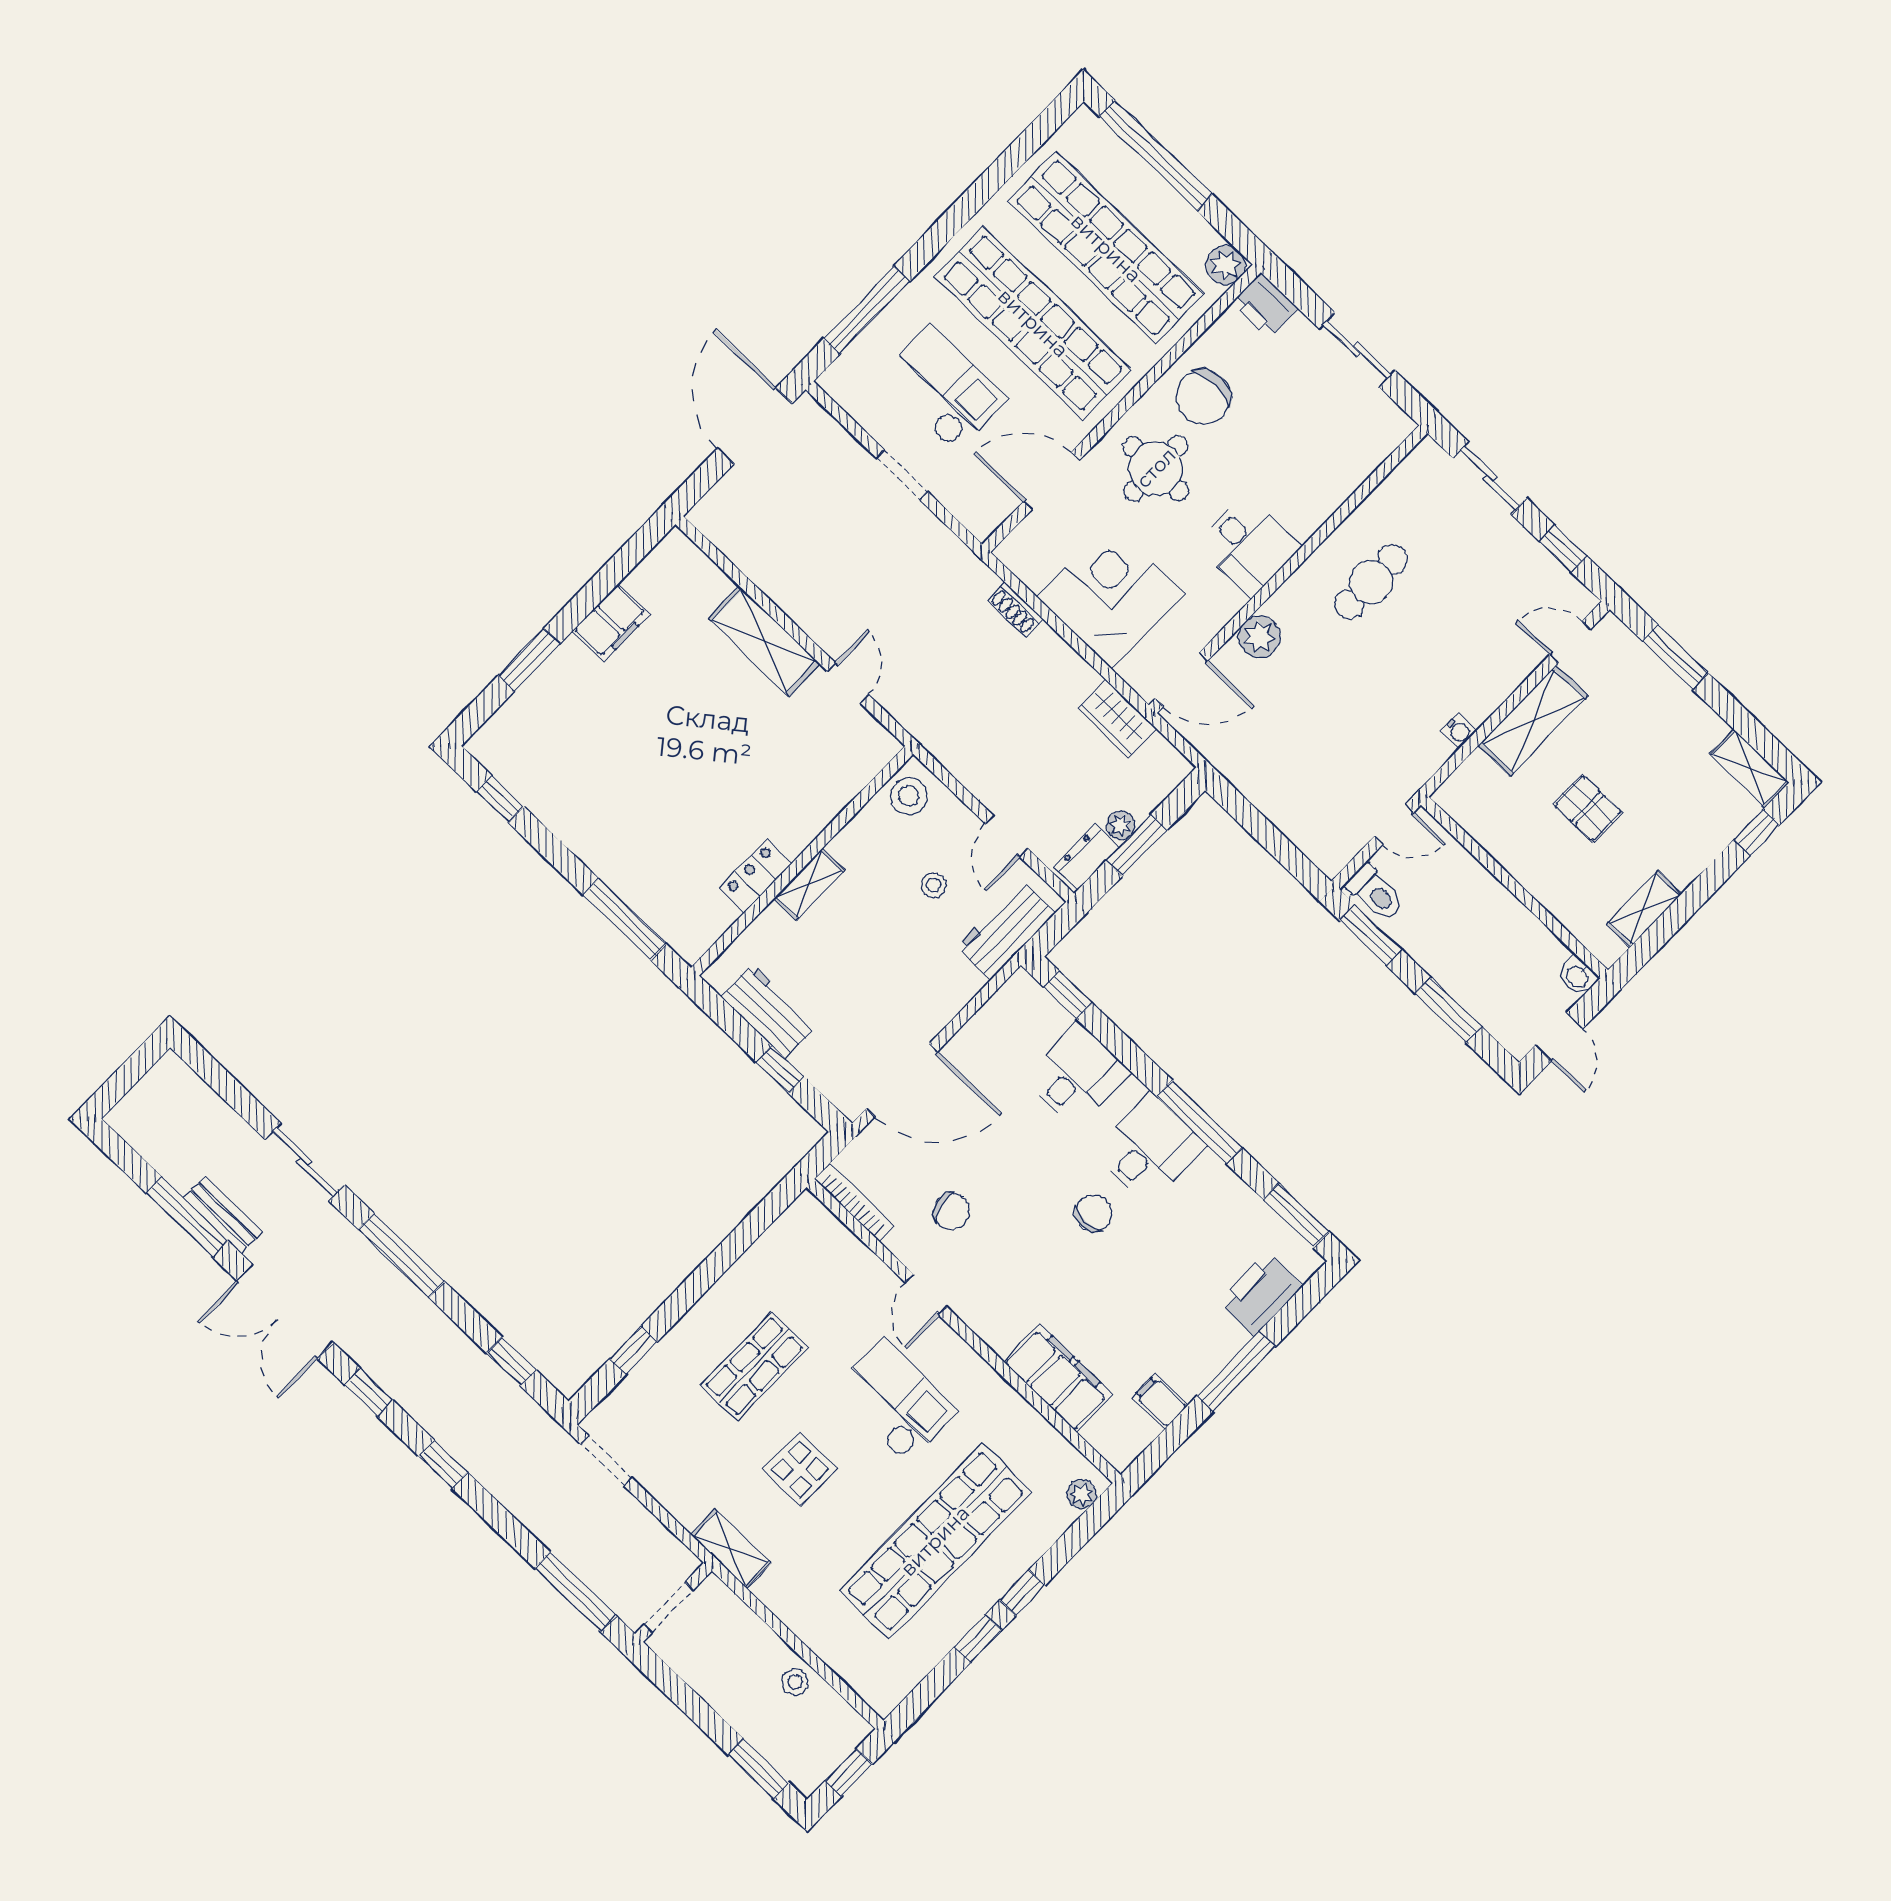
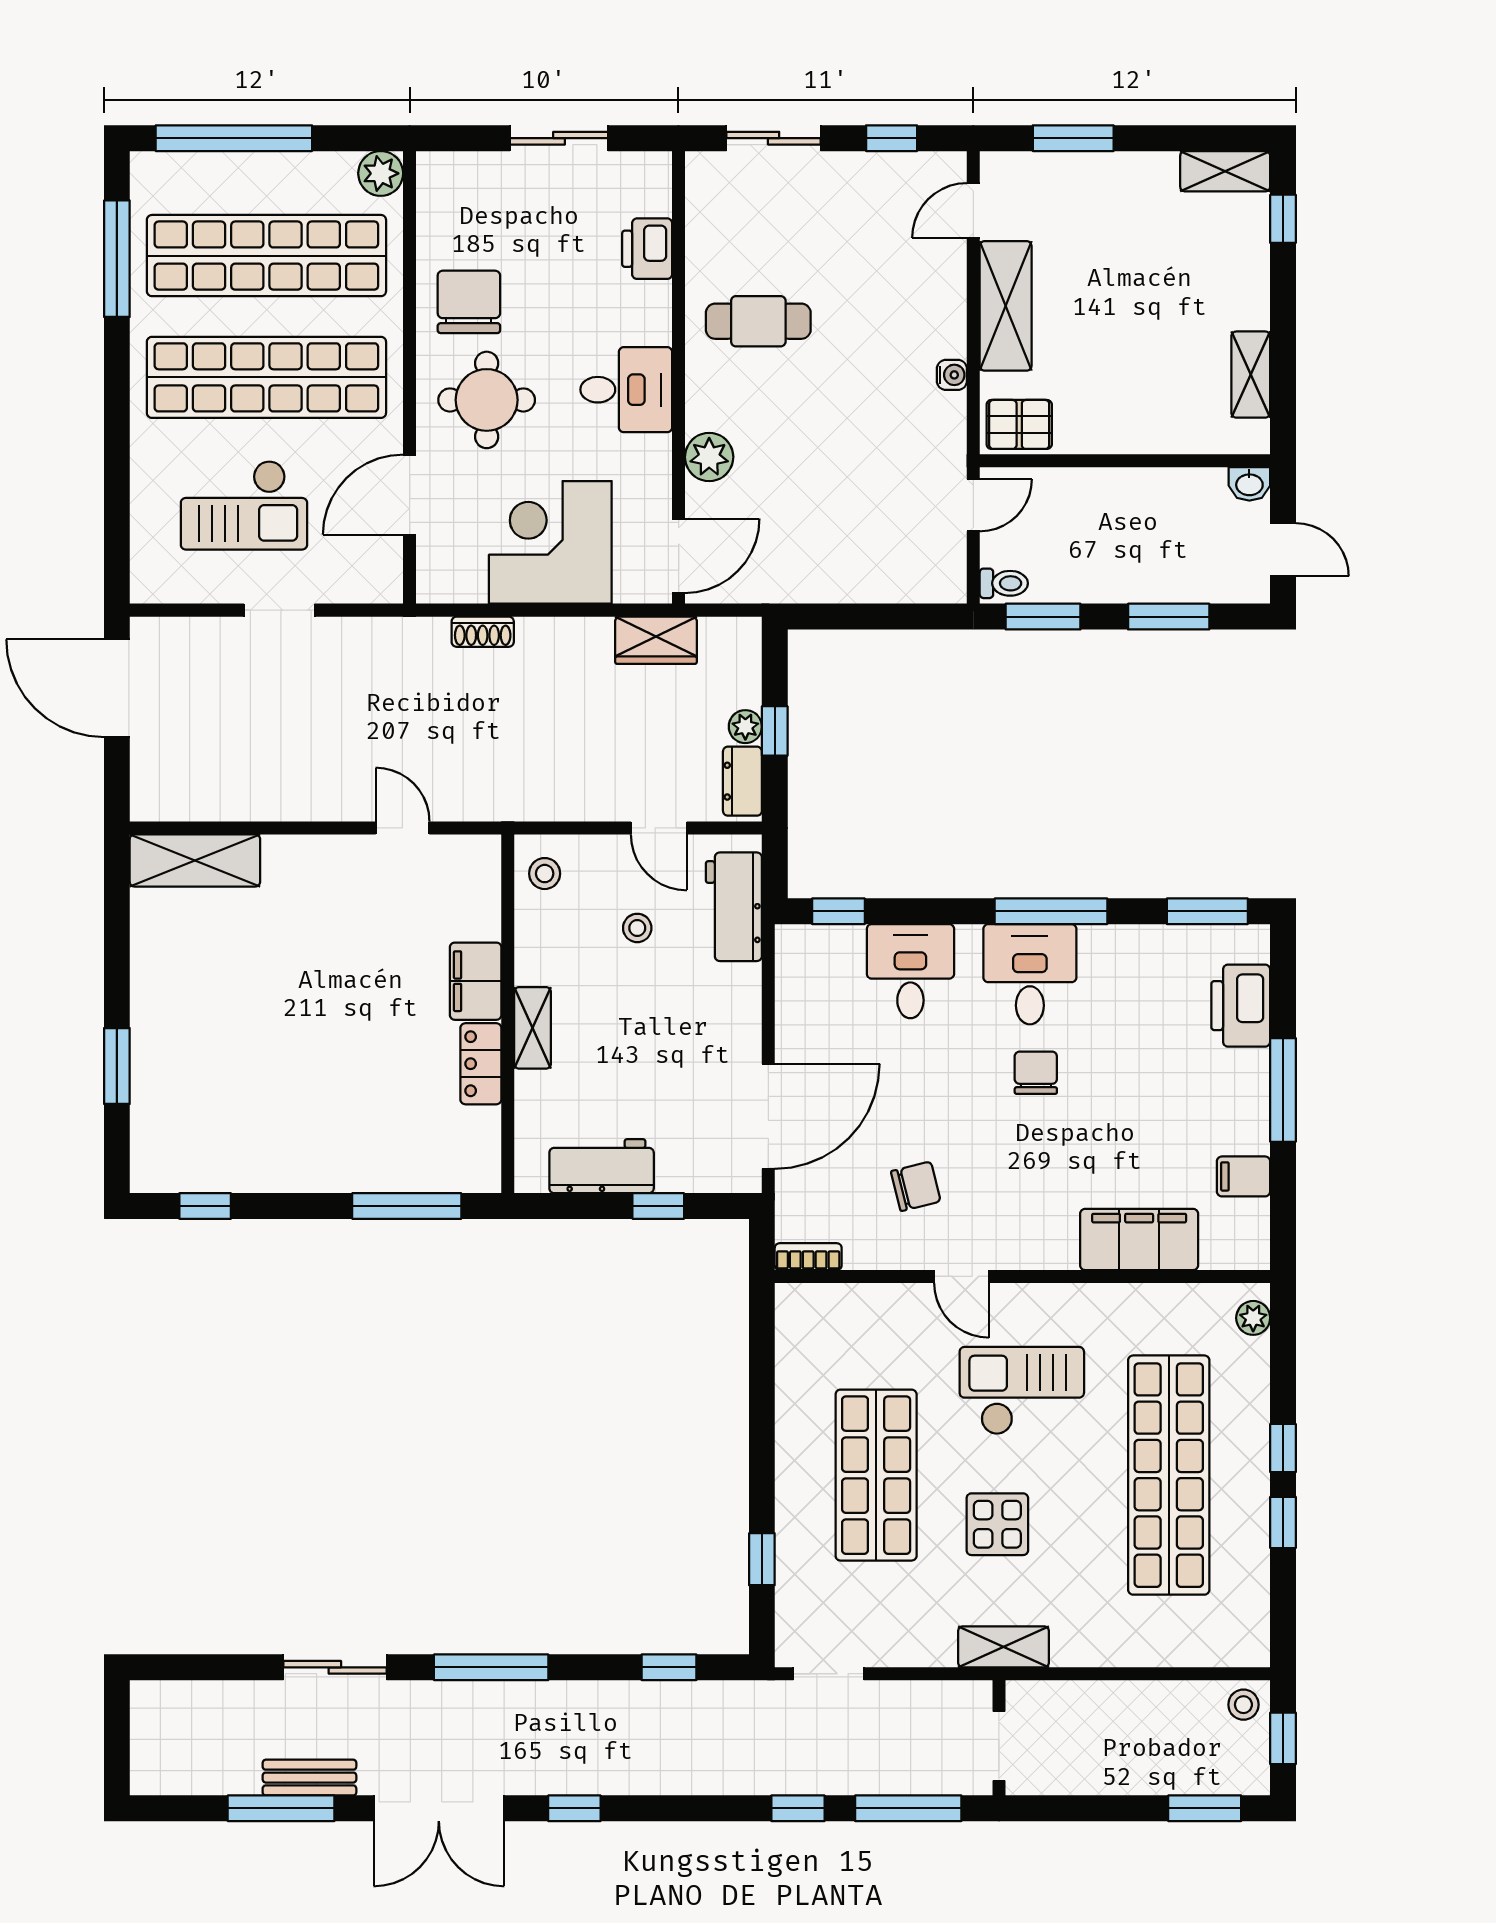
printer: (1265, 306) -> (647, 249), moved, turned 90
window: (867, 310) -> (117, 259), moved
checkout: (943, 389) -> (244, 505), turned 180
chair: (1203, 397) -> (469, 302), turned 180
cafe table: (1371, 582) -> (758, 321), turned 90
filing cabinet: (611, 622) -> (476, 981), moved, turned 180
shelving: (764, 641) -> (195, 860), moved
stool: (909, 796) -> (545, 874), width x0.73, depth x0.73
pallet: (1588, 808) -> (1019, 424), moved
window: (1136, 845) -> (775, 731), width x0.67
toilet: (1375, 893) -> (1004, 583), width x0.73, depth x0.72
bookcase: (855, 1202) -> (808, 1257), width x0.64
shop shelf: (754, 1366) -> (876, 1475), width x1.43, depth x1.36
window: (443, 1464) -> (798, 1808), moved
stool: (795, 1682) -> (1243, 1705), moved

